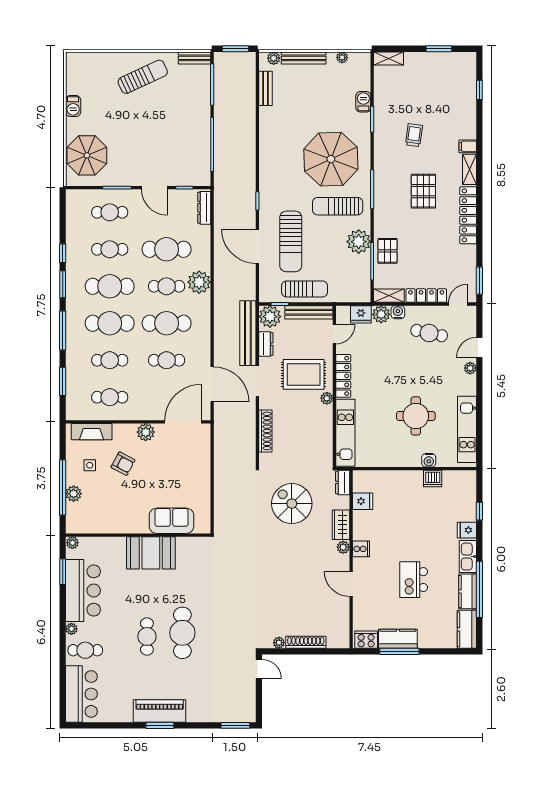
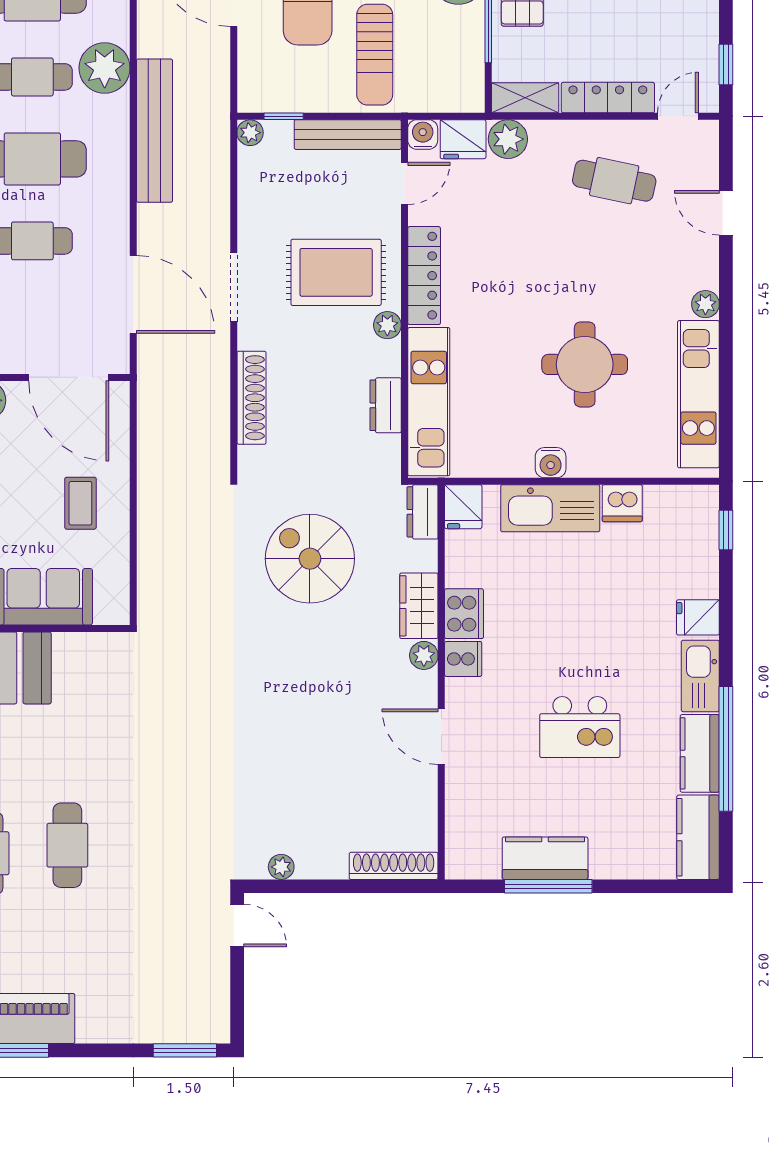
window: (479, 281) -> (726, 64), width x0.67
sun lounger: (305, 289) -> (375, 55), moved, turned 90
water cooler: (398, 312) -> (423, 134), moved
plant: (270, 317) -> (250, 133), width x0.53, depth x0.53
bench: (248, 333) -> (154, 131), moved
dresser: (266, 344) -> (386, 405), moved, turned 180
door: (479, 348) -> (726, 213), hinge flipped
plant: (470, 368) -> (705, 304), moved
door: (183, 422) -> (69, 377), swing flipped
water cooler: (429, 460) -> (551, 463), moved
coffee table: (188, 479) -> (80, 503), added
kitchen sink: (400, 481) -> (550, 508), added
fridge: (363, 501) -> (463, 507), moved, turned 90
window: (479, 511) -> (726, 530), moved
kitchen island: (414, 580) -> (580, 727), turned -90
cafe table: (182, 633) -> (67, 845), width x0.73, depth x0.74
cooker: (366, 640) -> (464, 614), moved, turned 90
shoe rack: (306, 642) -> (394, 866), moved

